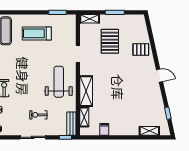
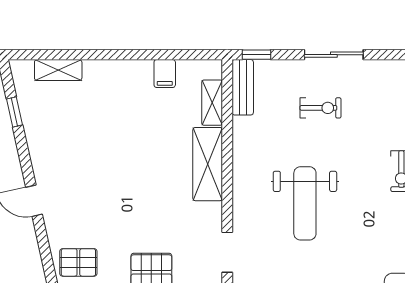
weight bench: (59, 82) -> (305, 203), moved

